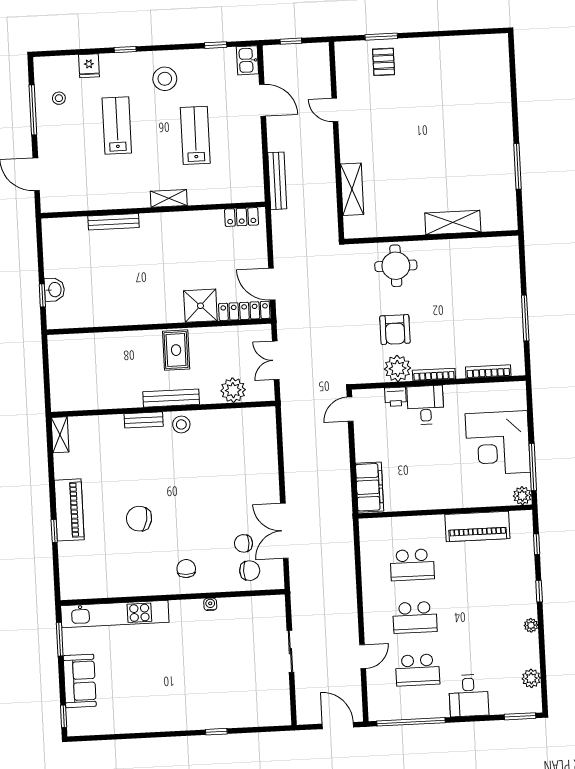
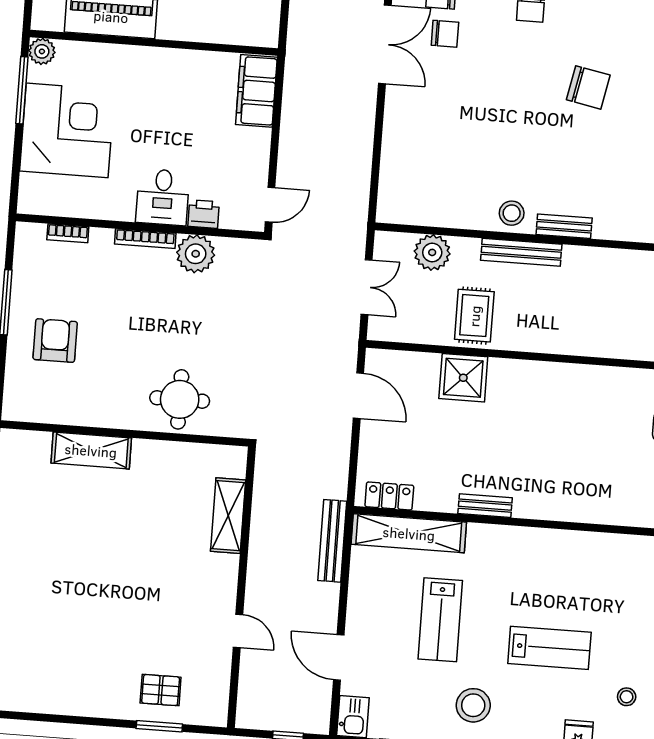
pallet: (384, 62) -> (161, 690), turned 90
lab bench: (117, 125) -> (549, 648), turned -90
shelving: (169, 198) -> (409, 533), moved, width x2.20, depth x1.33
bench: (114, 222) -> (485, 506), moved, width x0.73
locker: (244, 311) -> (402, 363), removed
armchair: (395, 330) -> (55, 341), moved
rug: (176, 350) -> (474, 316), moved
bookcase: (488, 372) -> (68, 233), width x0.64

